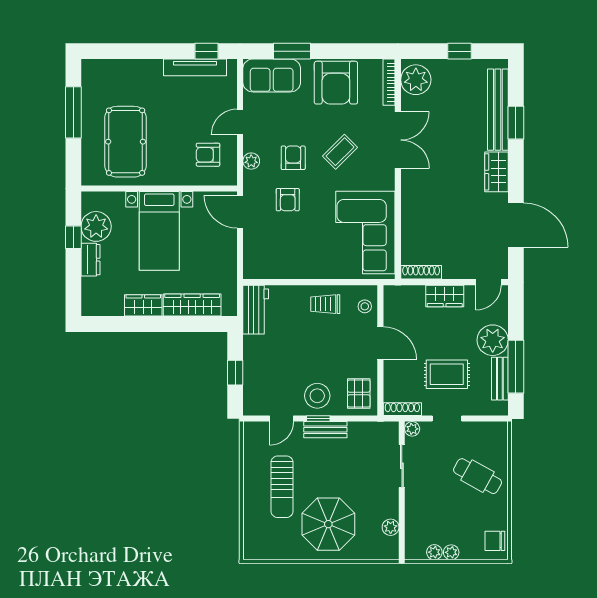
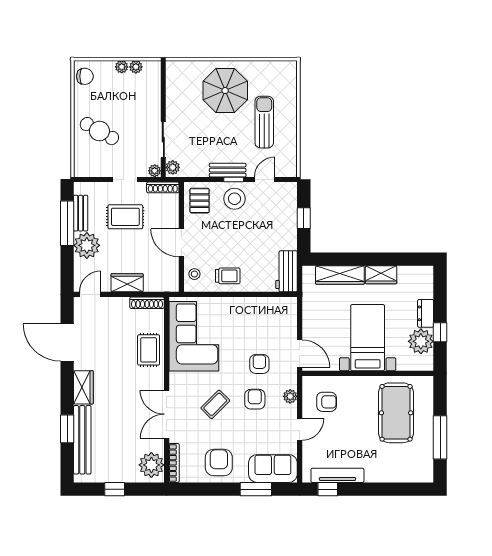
armchair: (336, 83) -> (219, 462), width x0.73, depth x0.73
armchair: (293, 158) -> (255, 399), turned 180
rug: (419, 216) -> (149, 350), added
plant: (391, 527) -> (173, 167), moved

